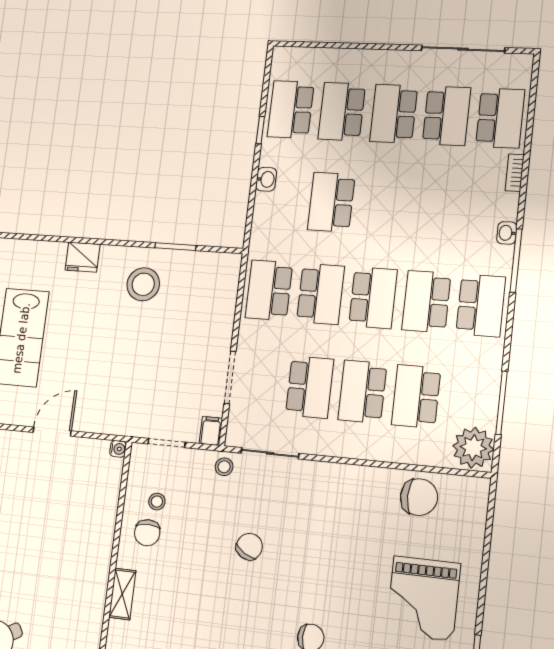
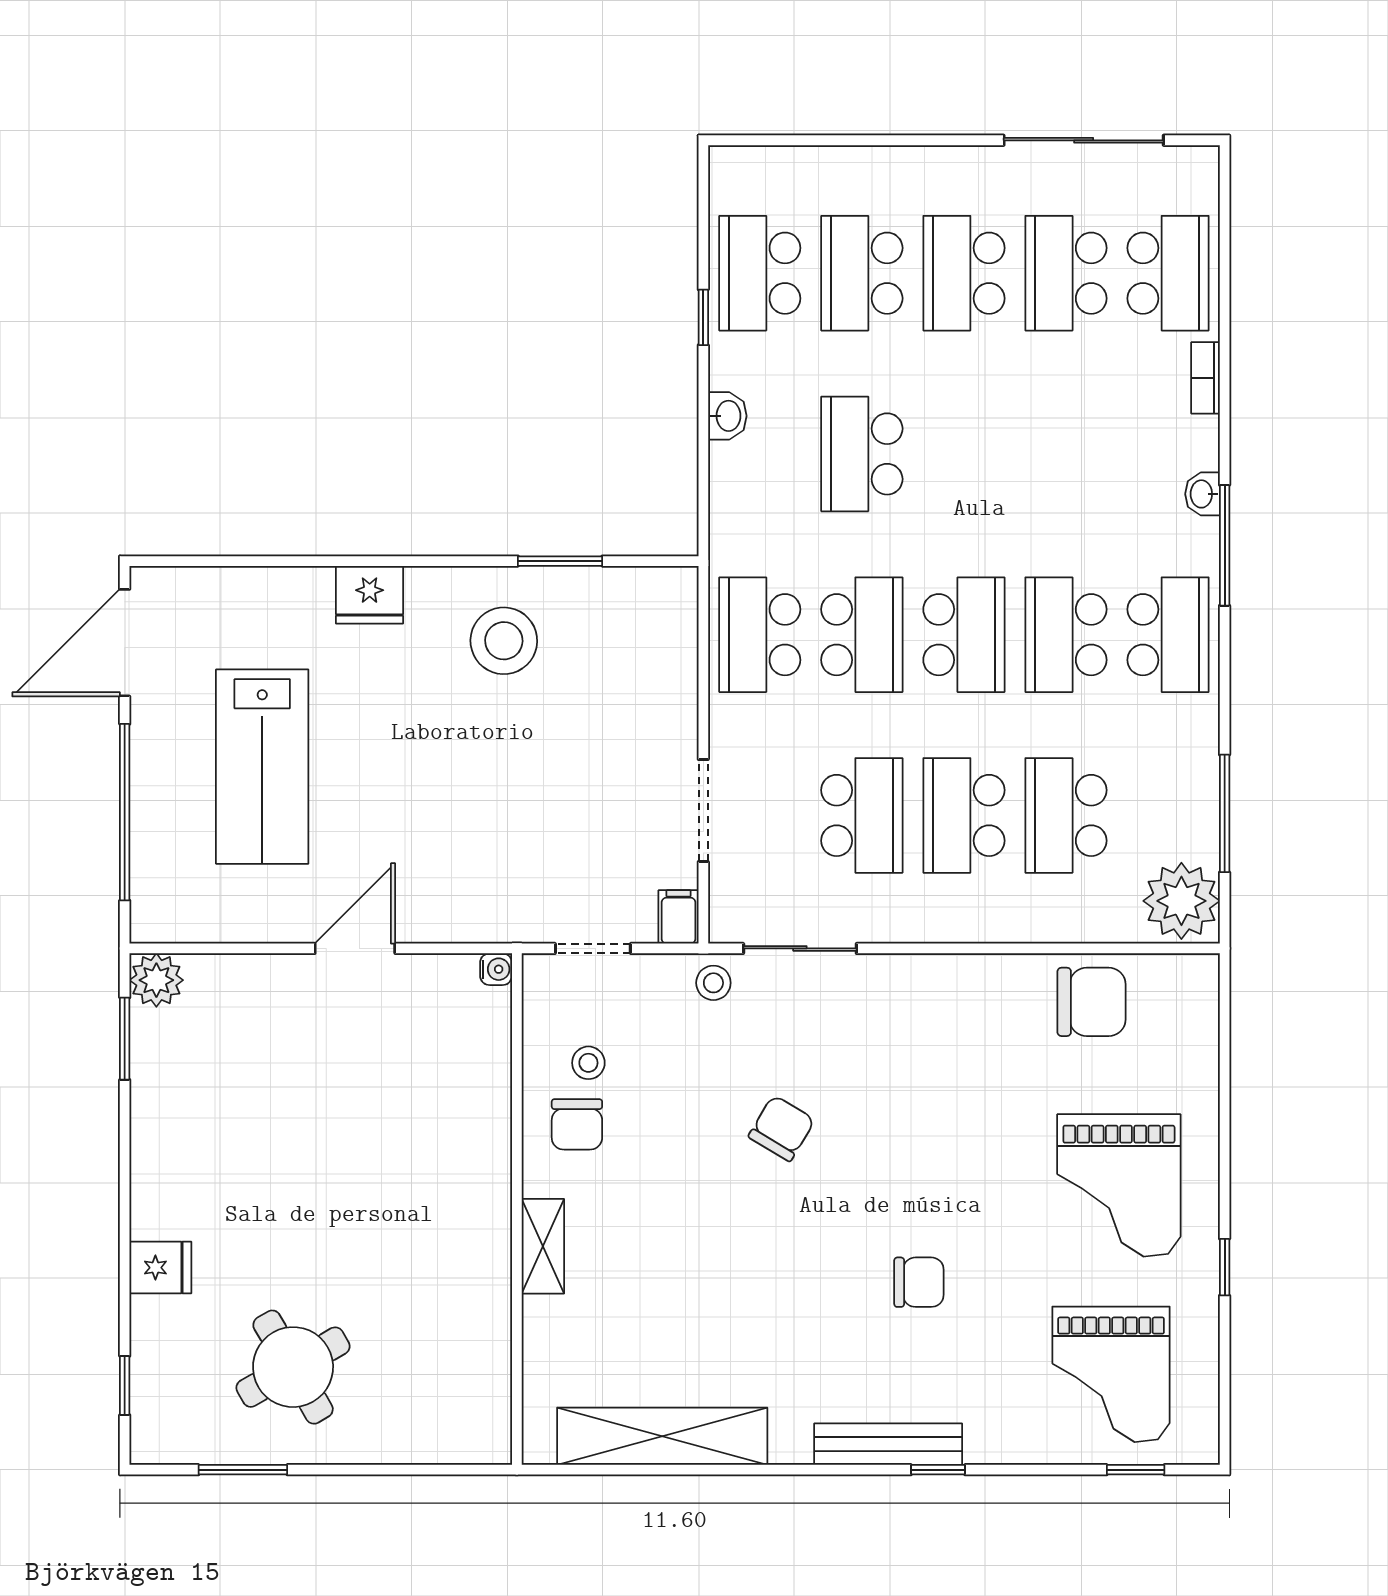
school desk: (446, 116) -> (1066, 273), turned 180

